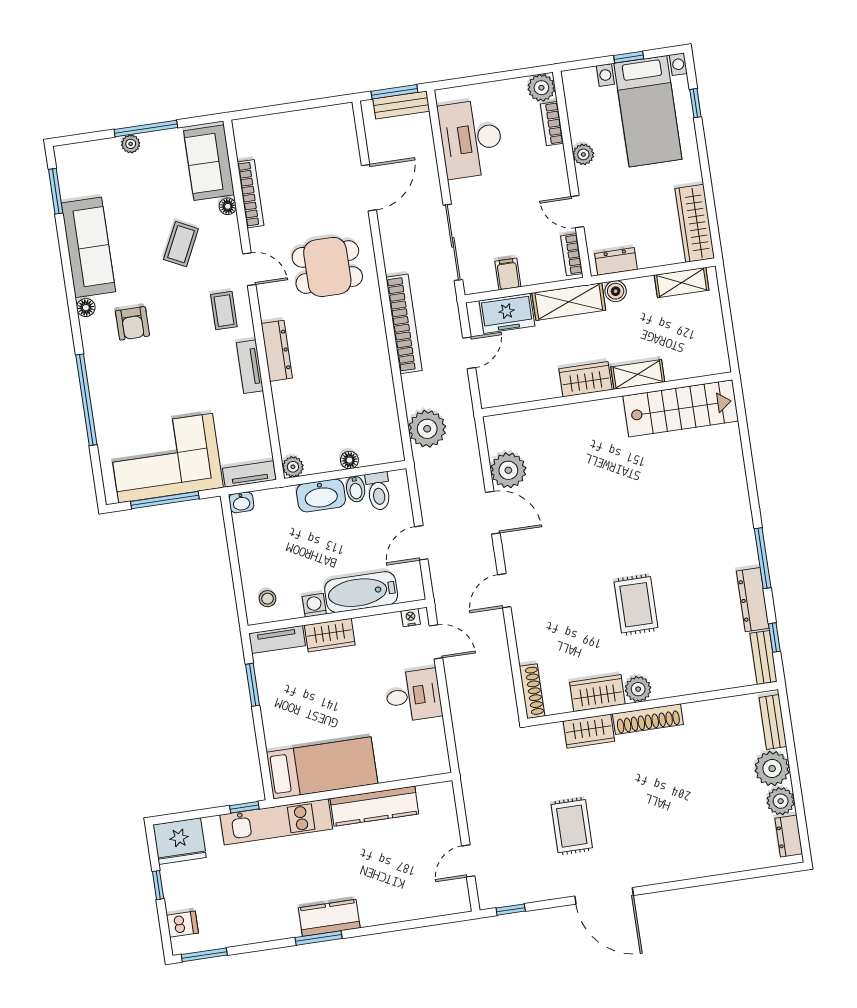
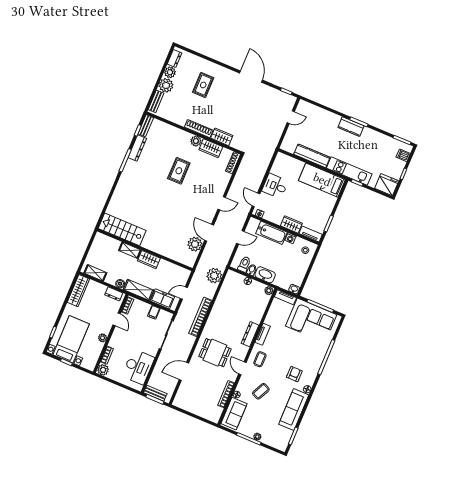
rug: (572, 826) -> (203, 85), moved

